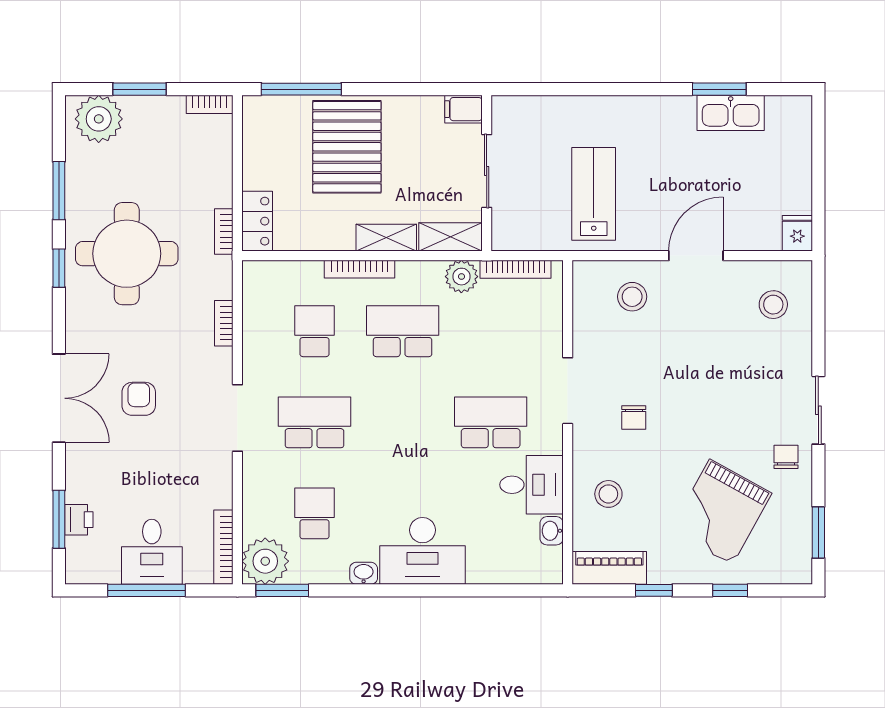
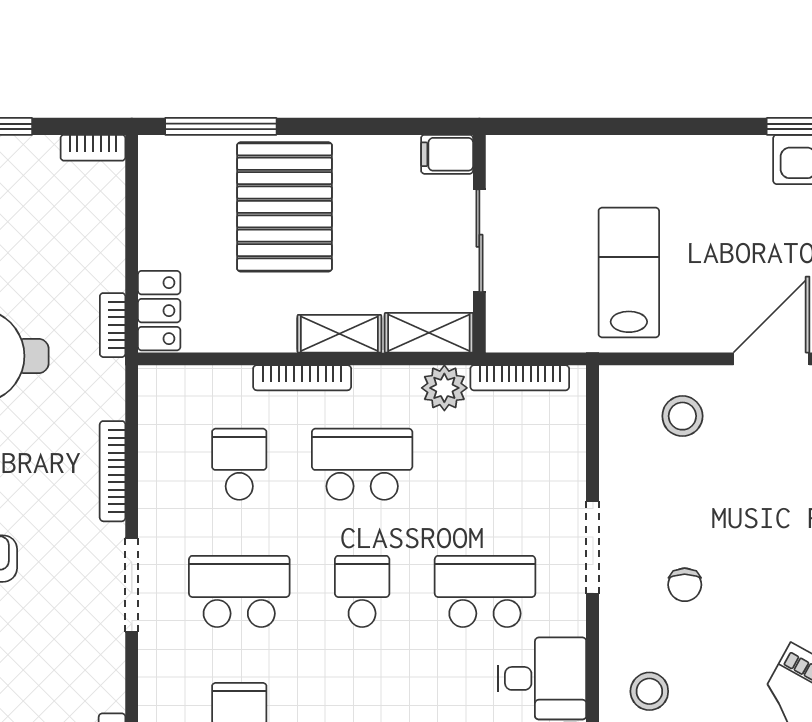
bookcase: (224, 323) -> (113, 471), width x1.56
school desk: (403, 422) -> (362, 591), added

